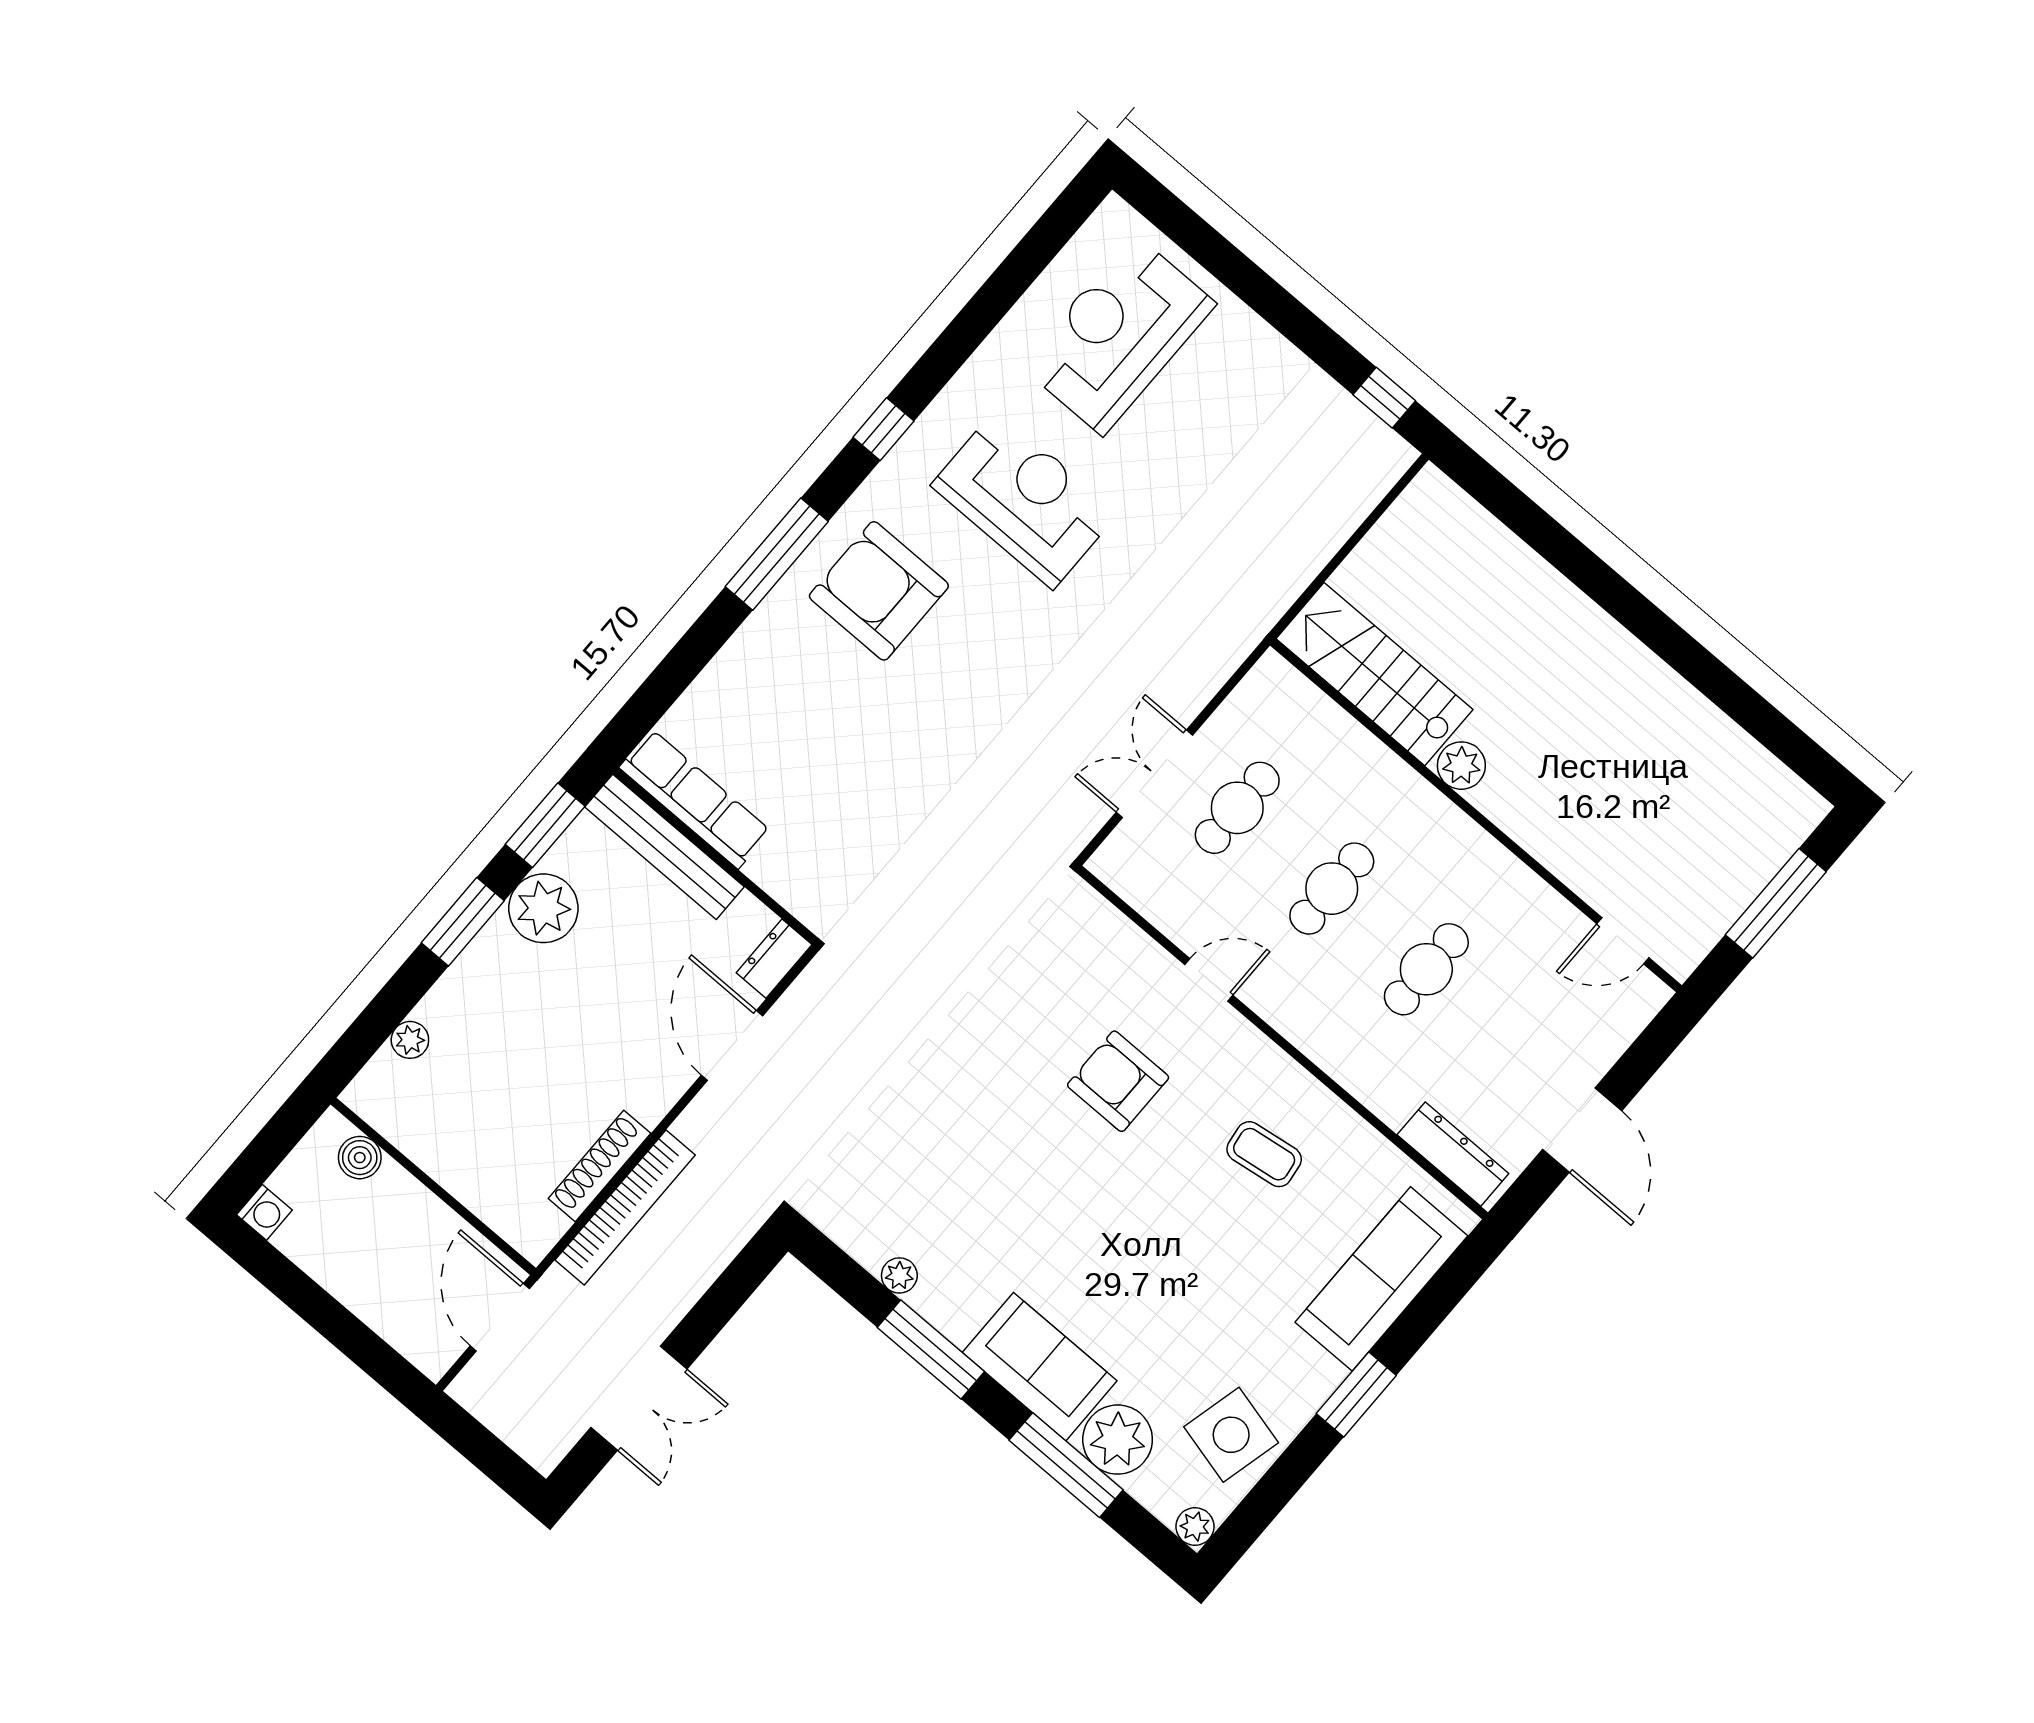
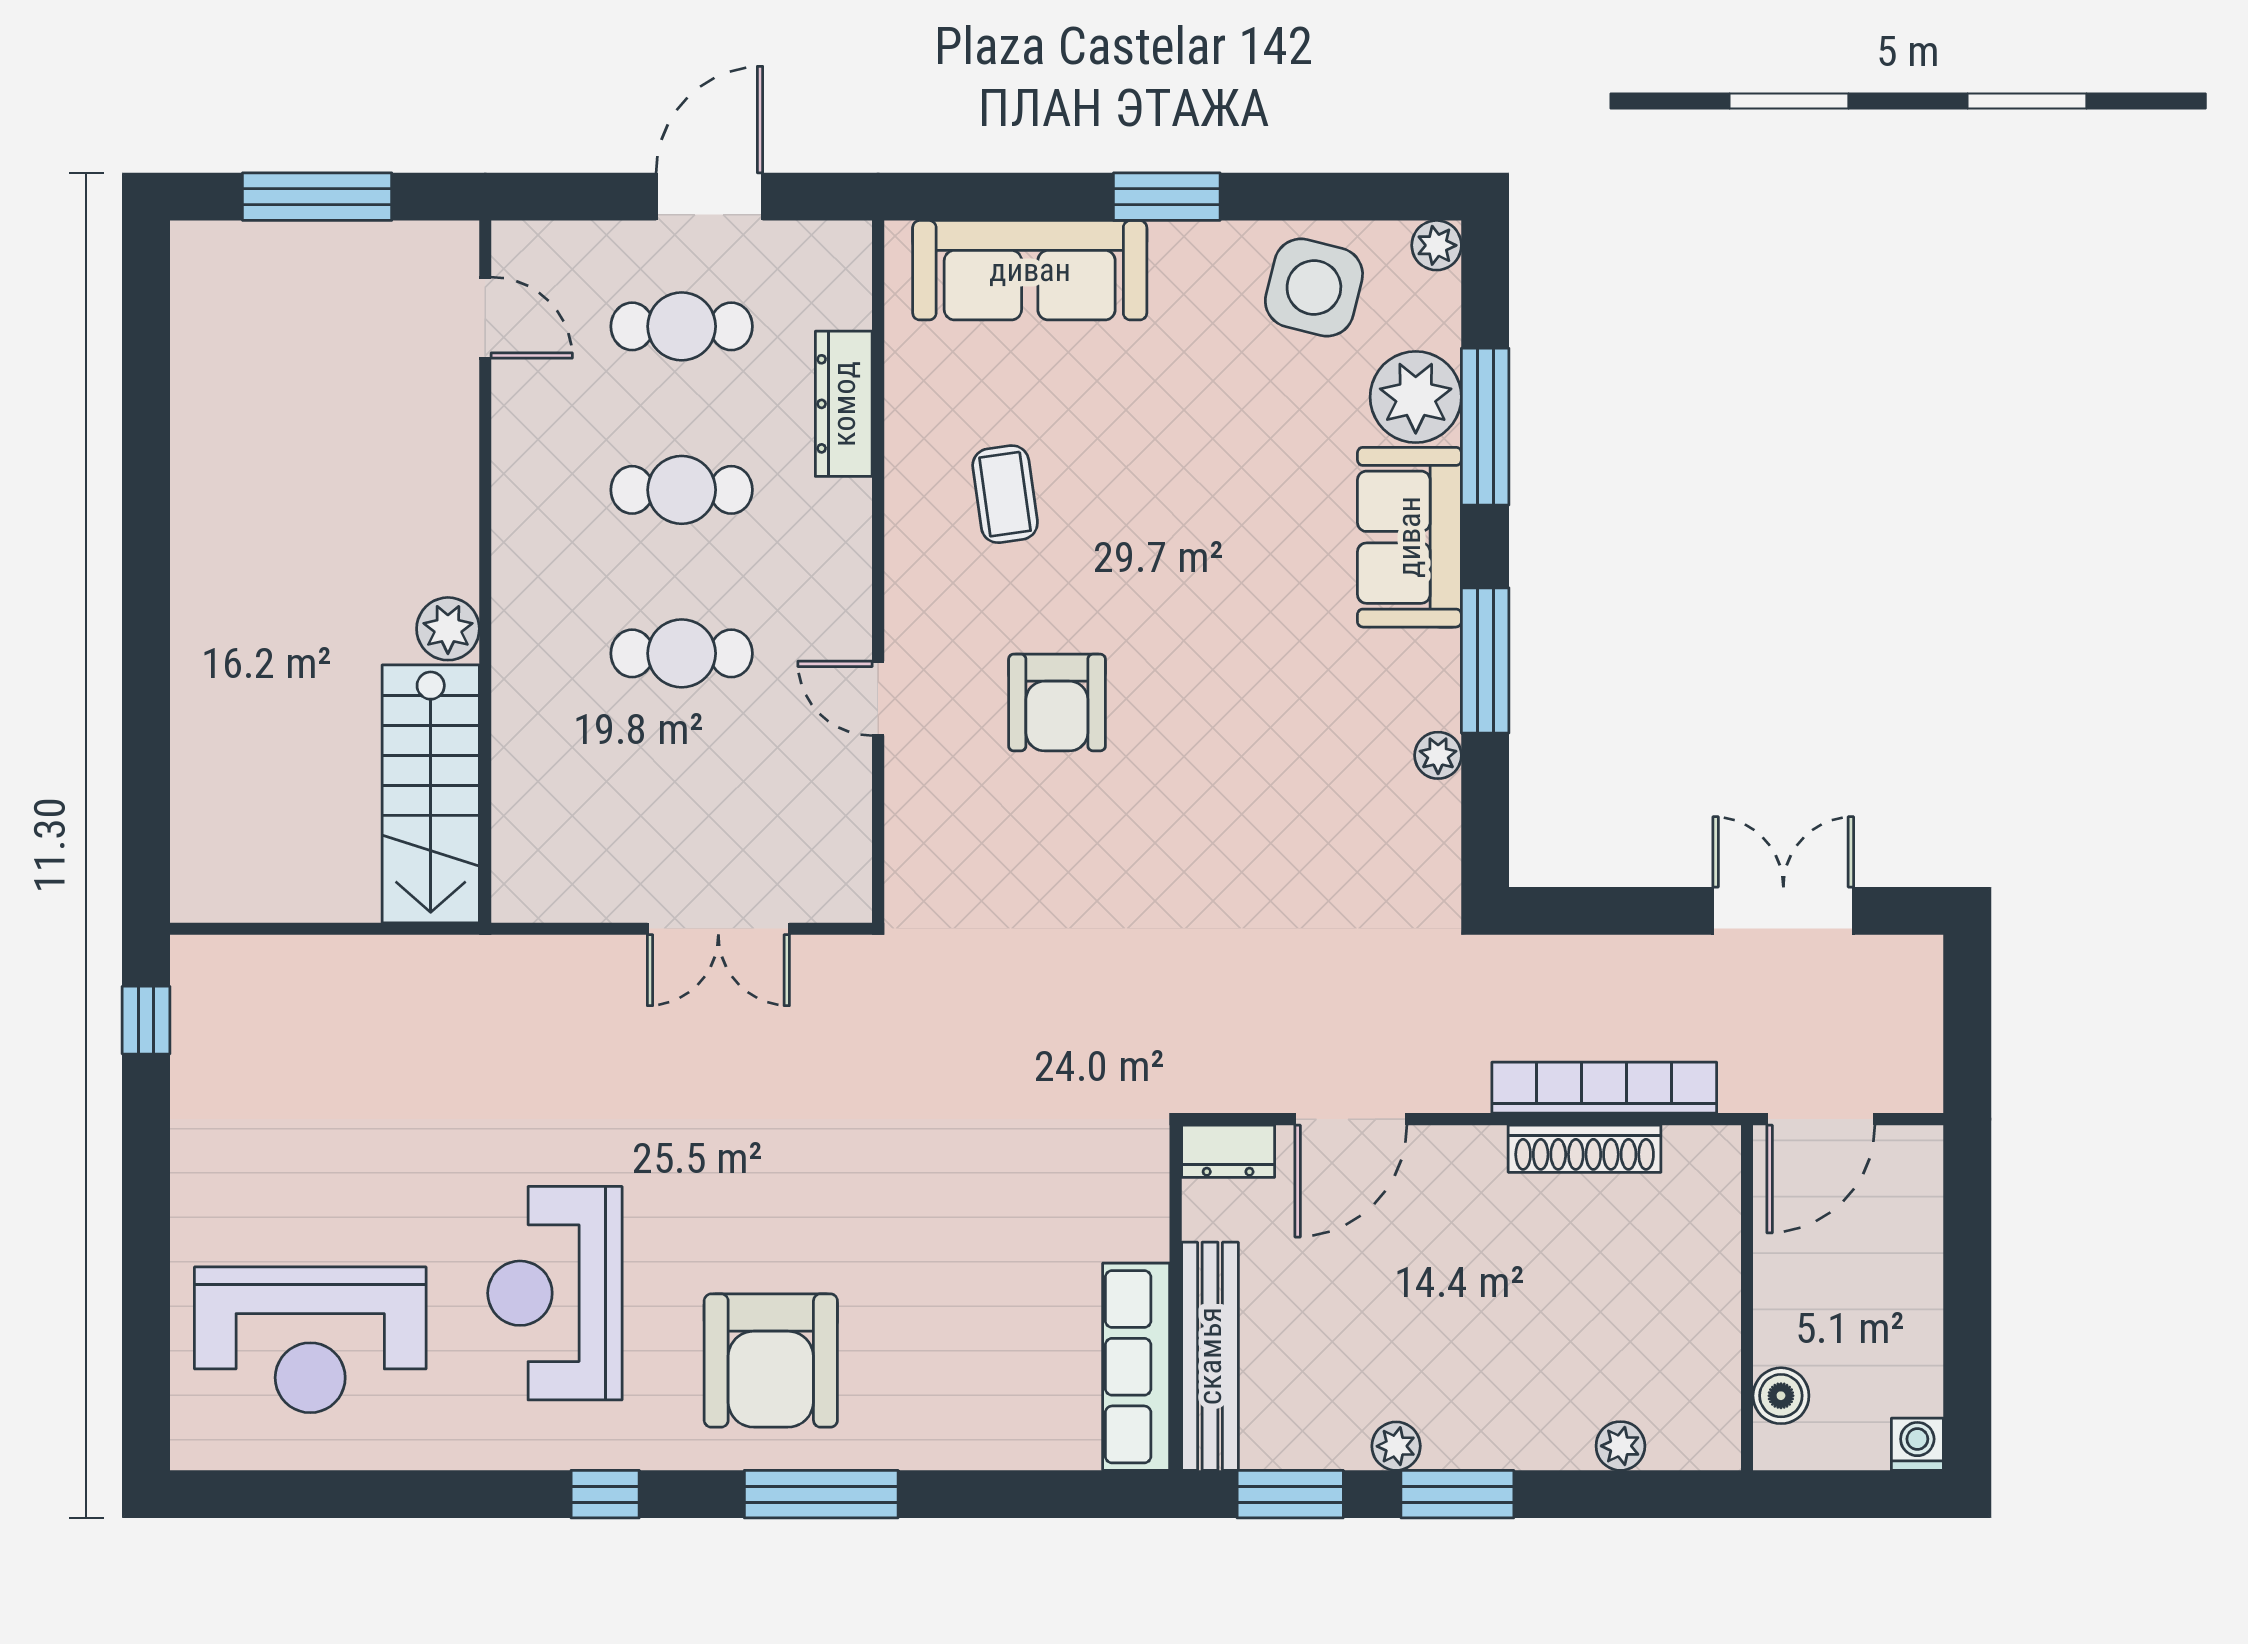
cafe table: (1237, 808) -> (682, 326), moved
plant: (543, 908) -> (1396, 1446), width x0.53, depth x0.53
dresser: (1453, 1154) -> (844, 404), moved

